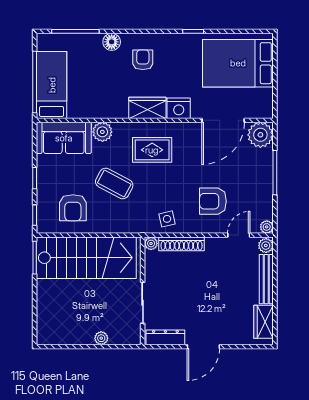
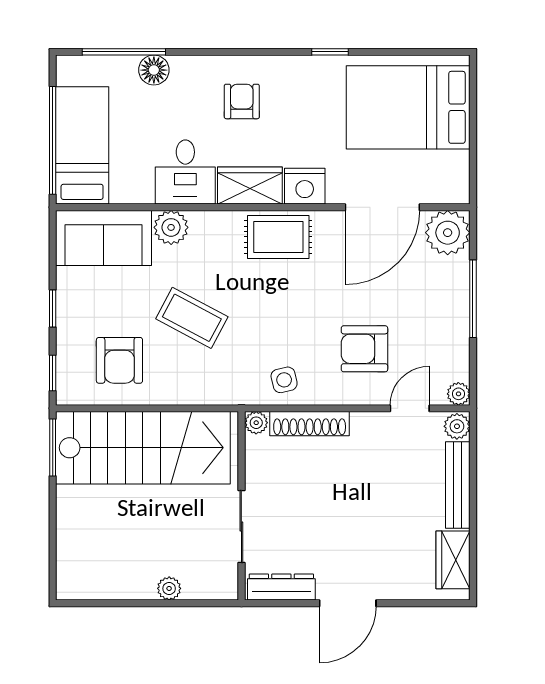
floor lamp: (112, 42) -> (154, 70), moved
desk: (111, 100) -> (185, 172), added
rug: (152, 150) -> (278, 237), moved

